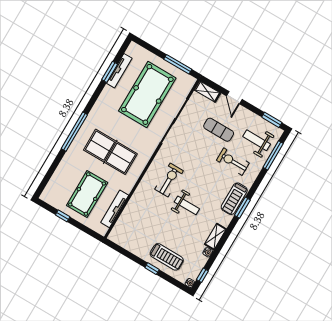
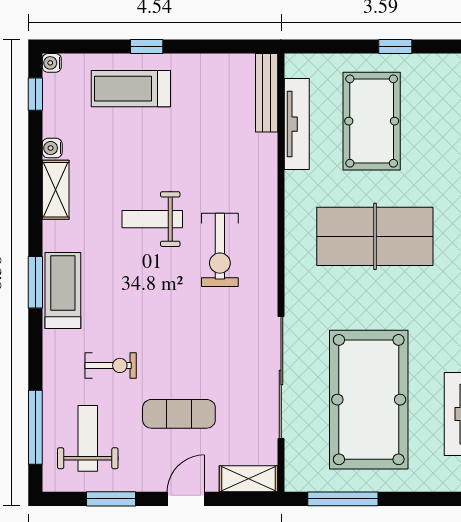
door: (234, 98) -> (186, 499), hinge flipped
window: (272, 120) -> (111, 499), moved
weight bench: (257, 140) -> (88, 438), turned -90
exercise bike: (233, 162) -> (111, 365), width x0.73, depth x0.72
bench: (119, 227) -> (267, 93), added

